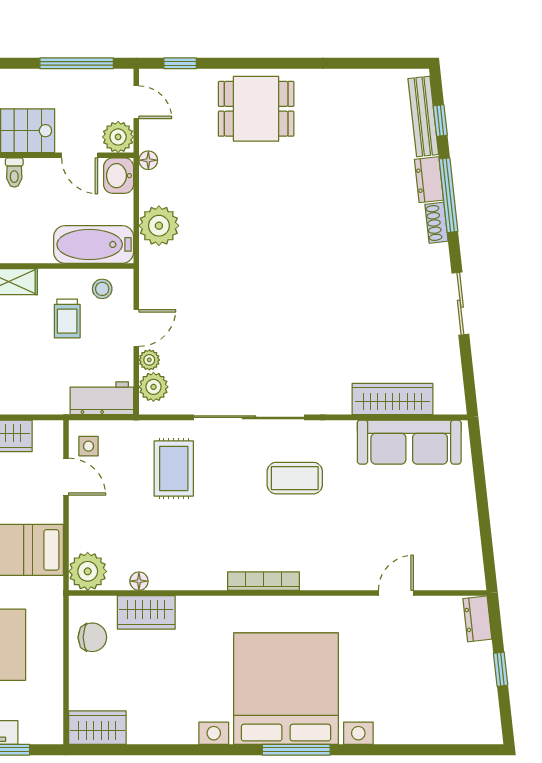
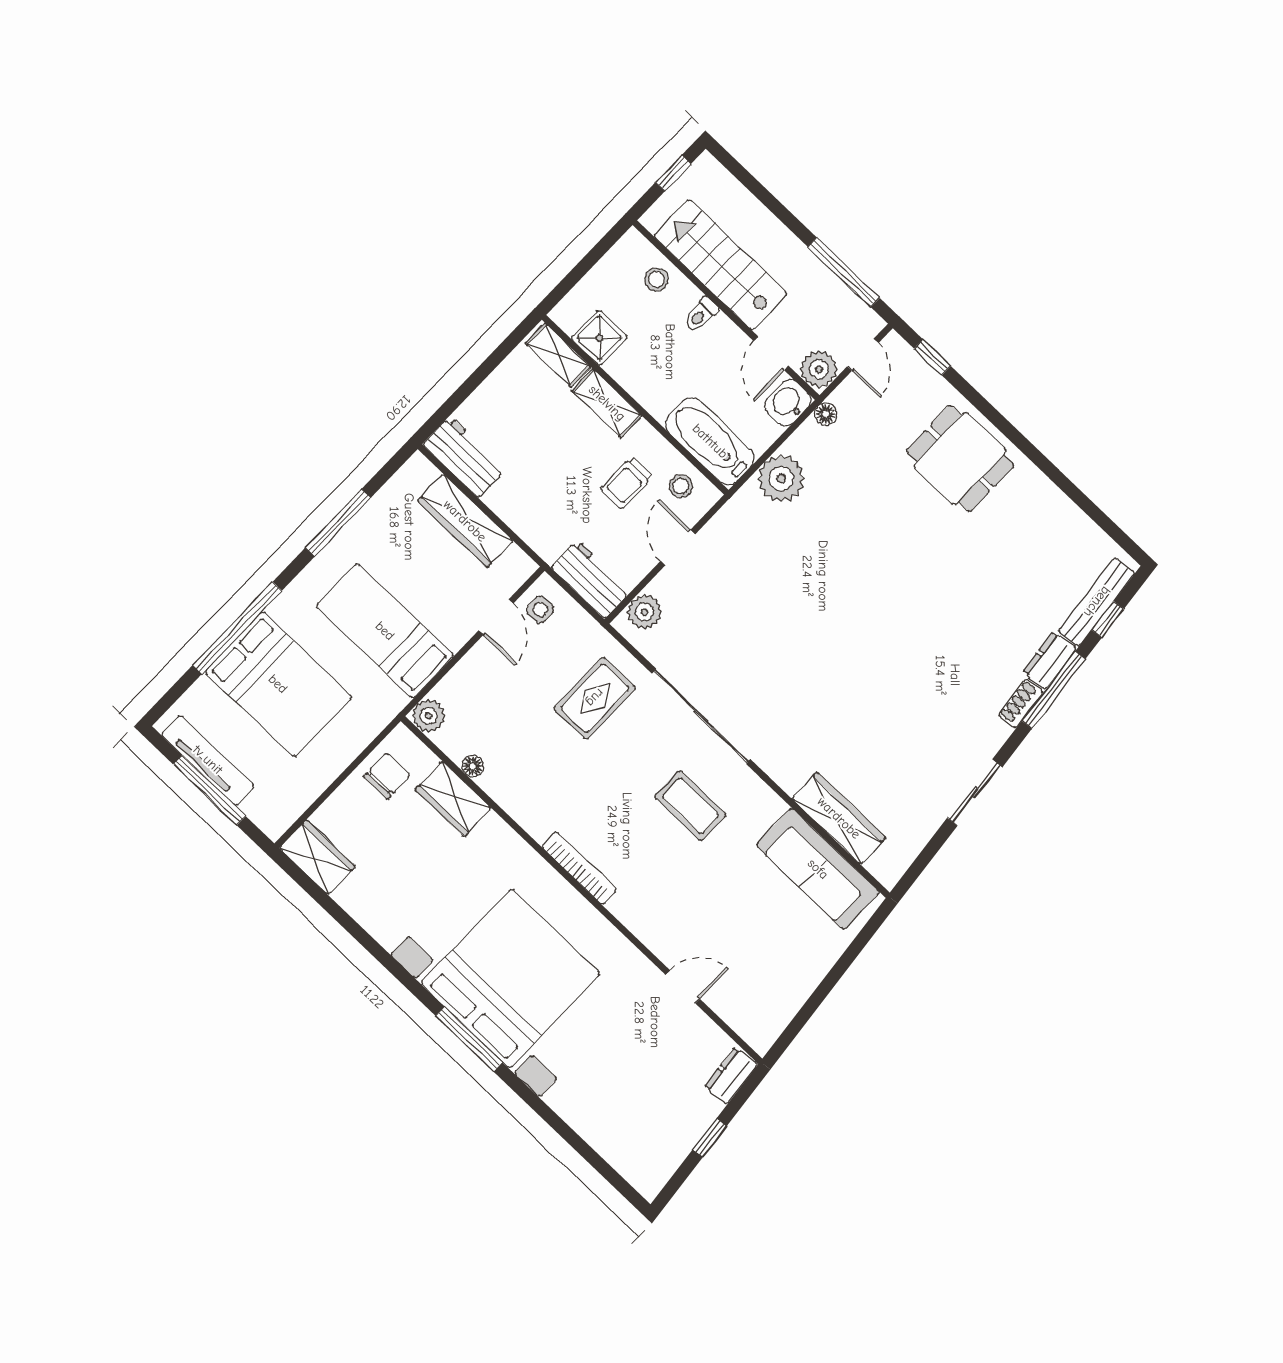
door: (136, 328) -> (678, 548), swing flipped
plant: (149, 360) -> (663, 585), removed
plant: (88, 571) -> (428, 716), width x0.73, depth x0.73
chair: (92, 637) -> (387, 776), turned -90

